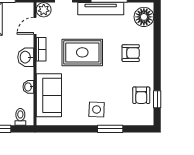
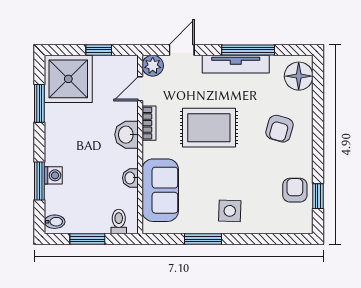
armchair: (131, 53) -> (279, 129), turned 106
armchair: (141, 95) -> (295, 190), turned 180
window: (110, 129) -> (203, 239), moved

